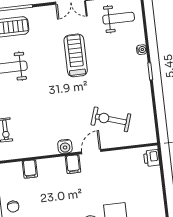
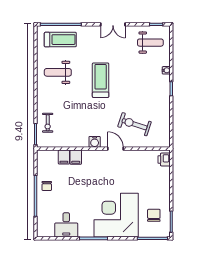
treadmill: (76, 55) -> (101, 80), moved
door: (91, 152) -> (116, 149), hinge flipped
filing cabinet: (73, 164) -> (76, 157), moved

